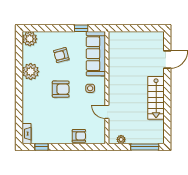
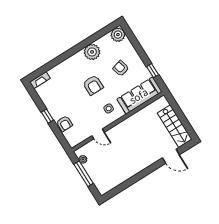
stairs: (156, 98) -> (175, 126), moved, turned -90
door: (107, 112) -> (98, 134), swing flipped
window: (42, 147) -> (47, 116), moved
window: (145, 147) -> (84, 174), moved

